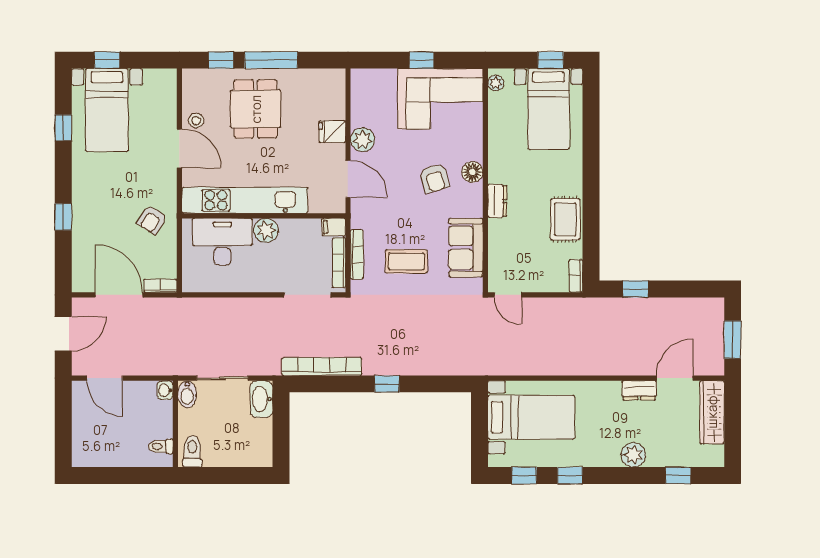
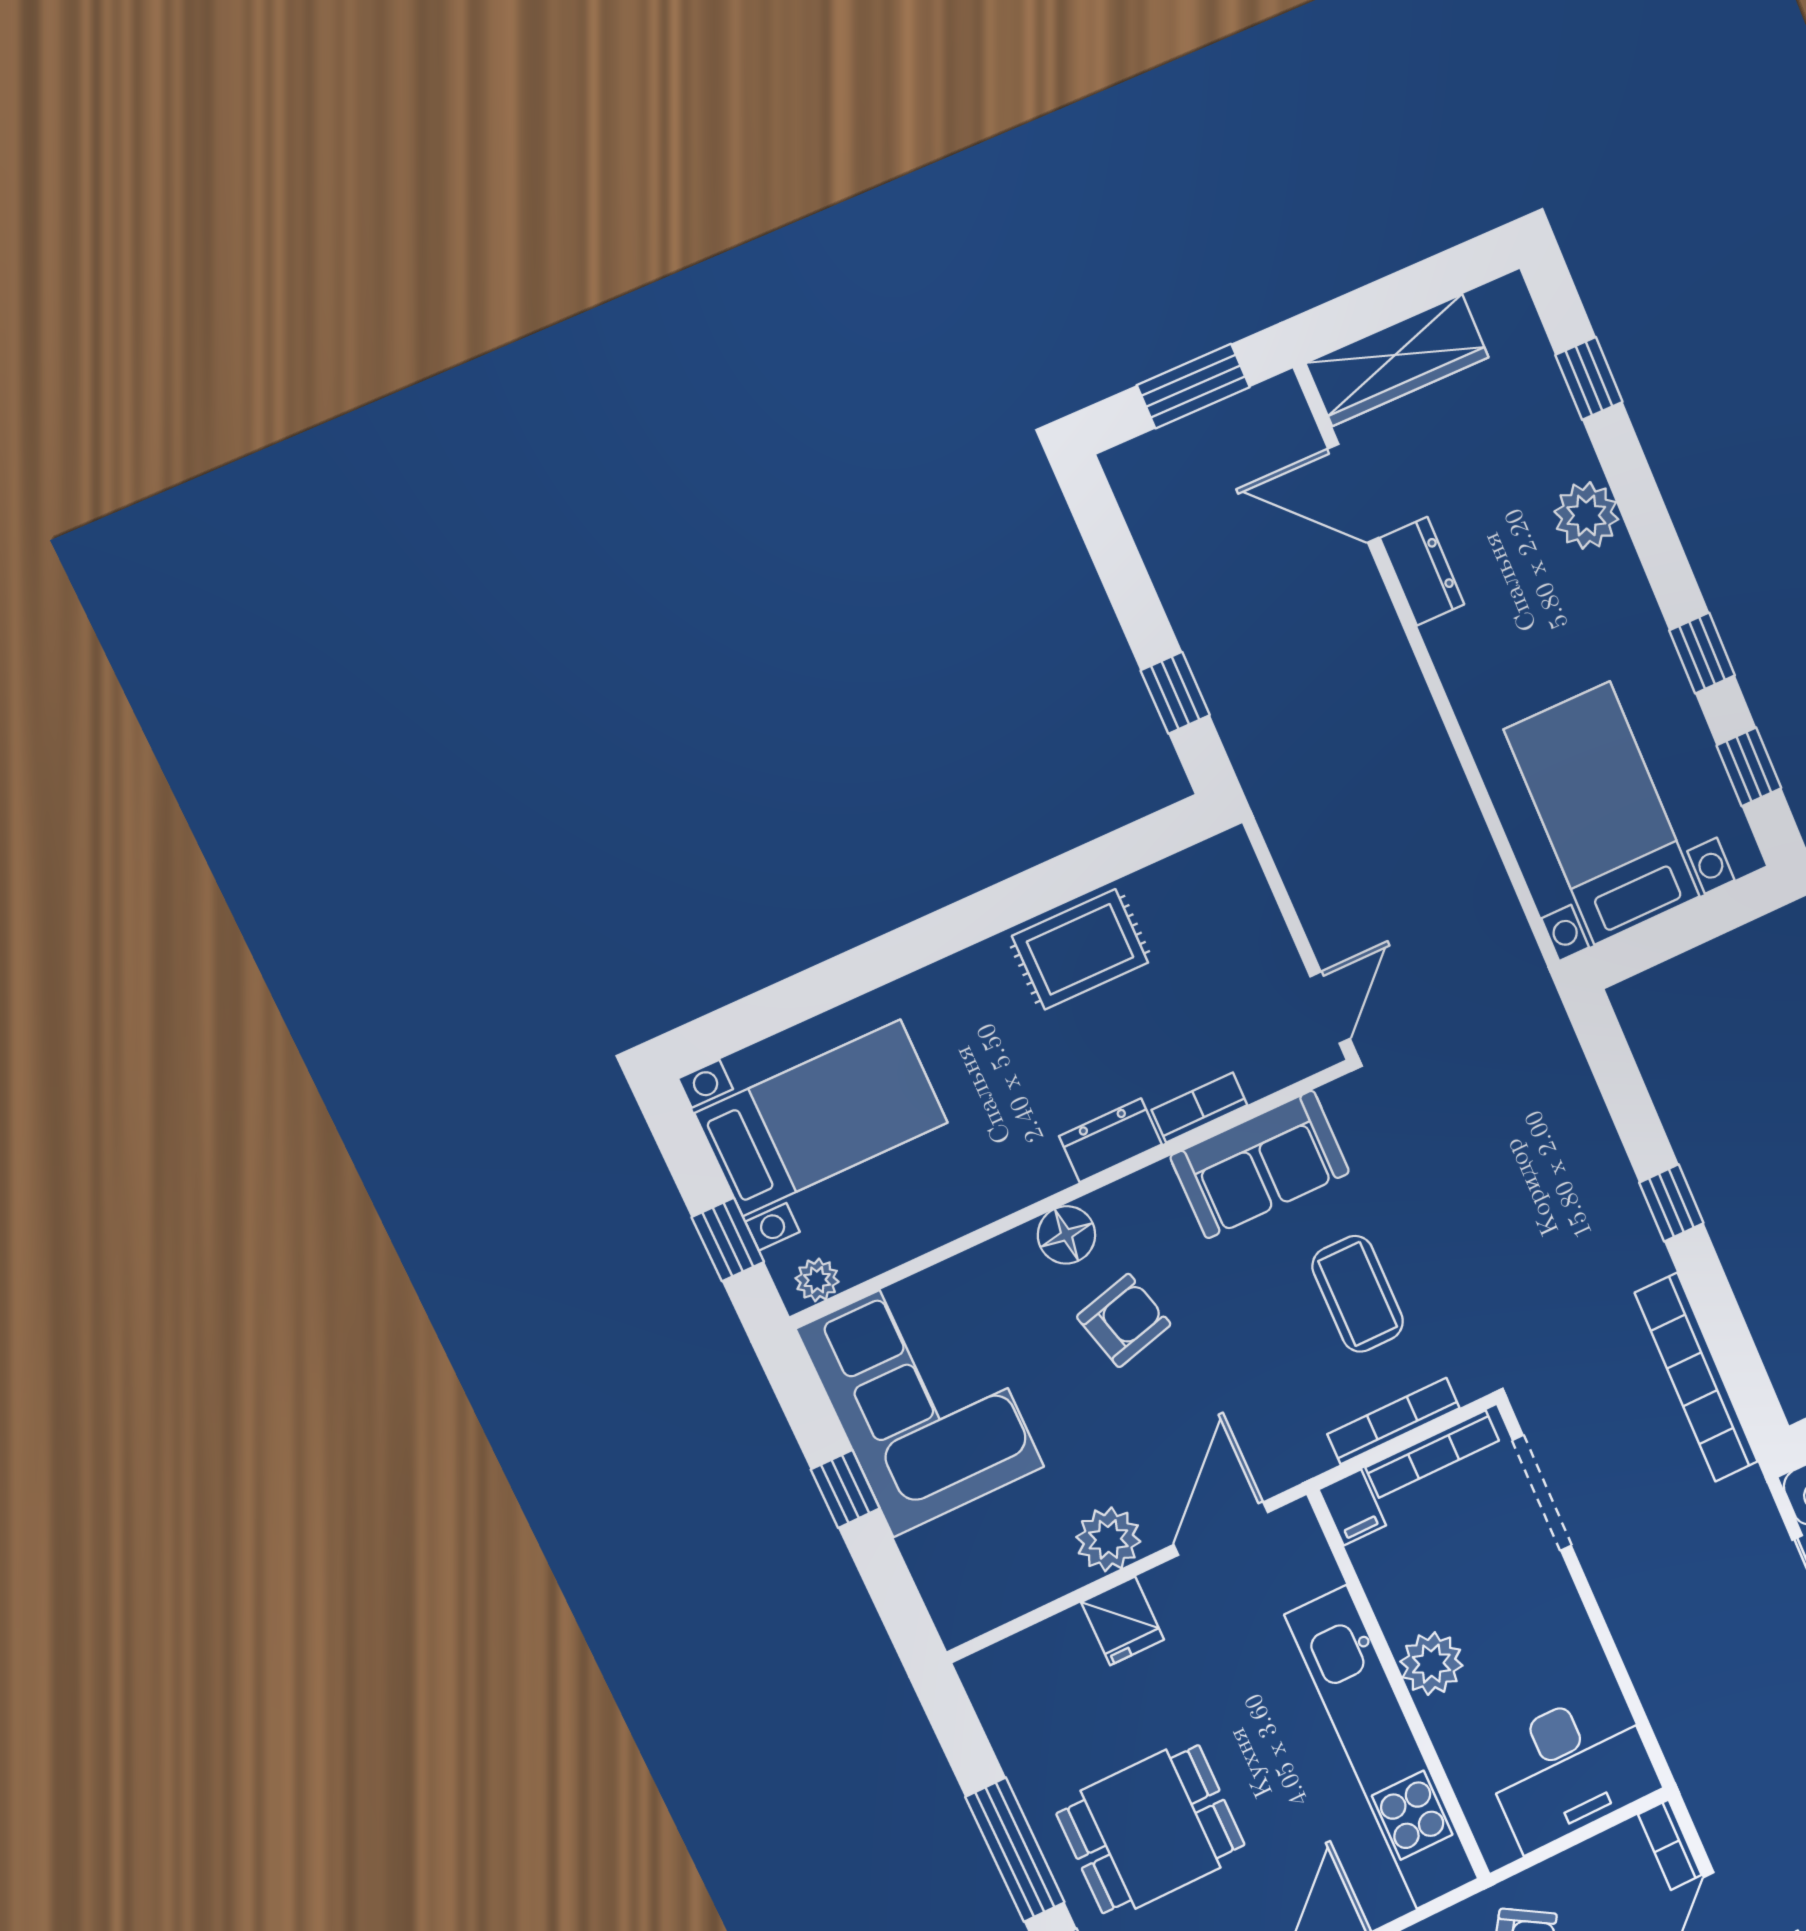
window: (551, 60) -> (728, 1240), moved
desk: (222, 242) -> (1570, 1768), moved, turned -90
bookcase: (576, 276) -> (1200, 1107), moved, turned 180

